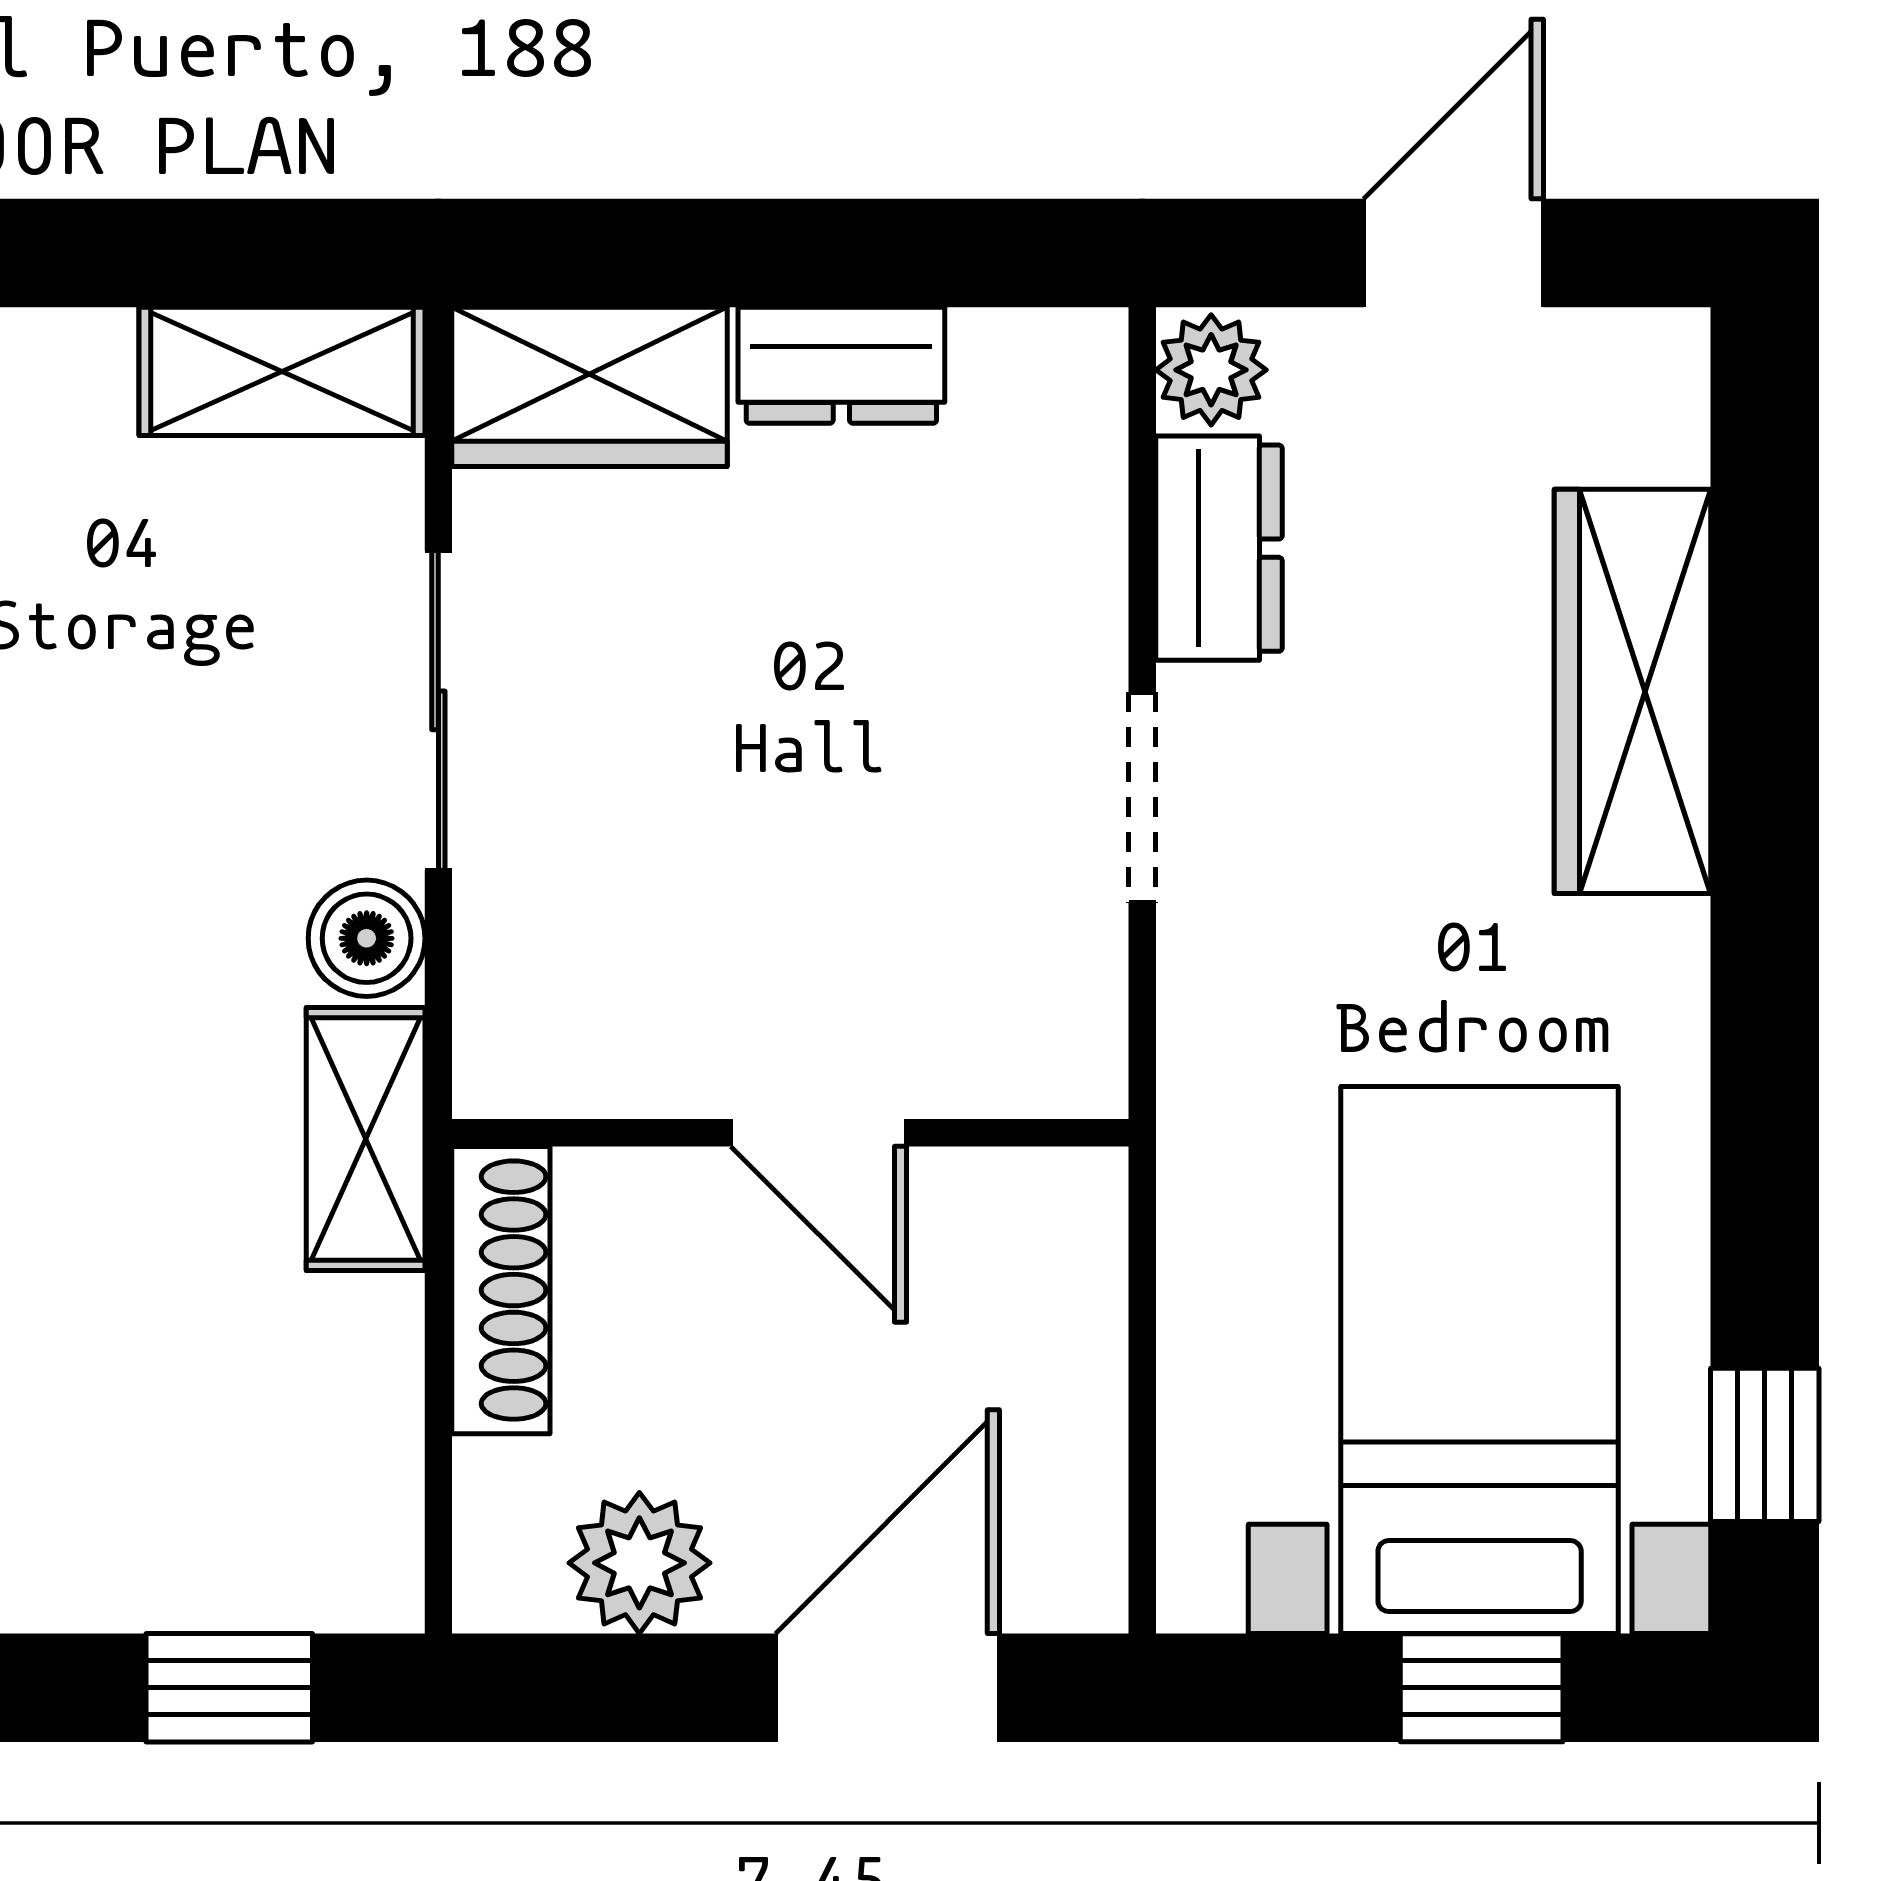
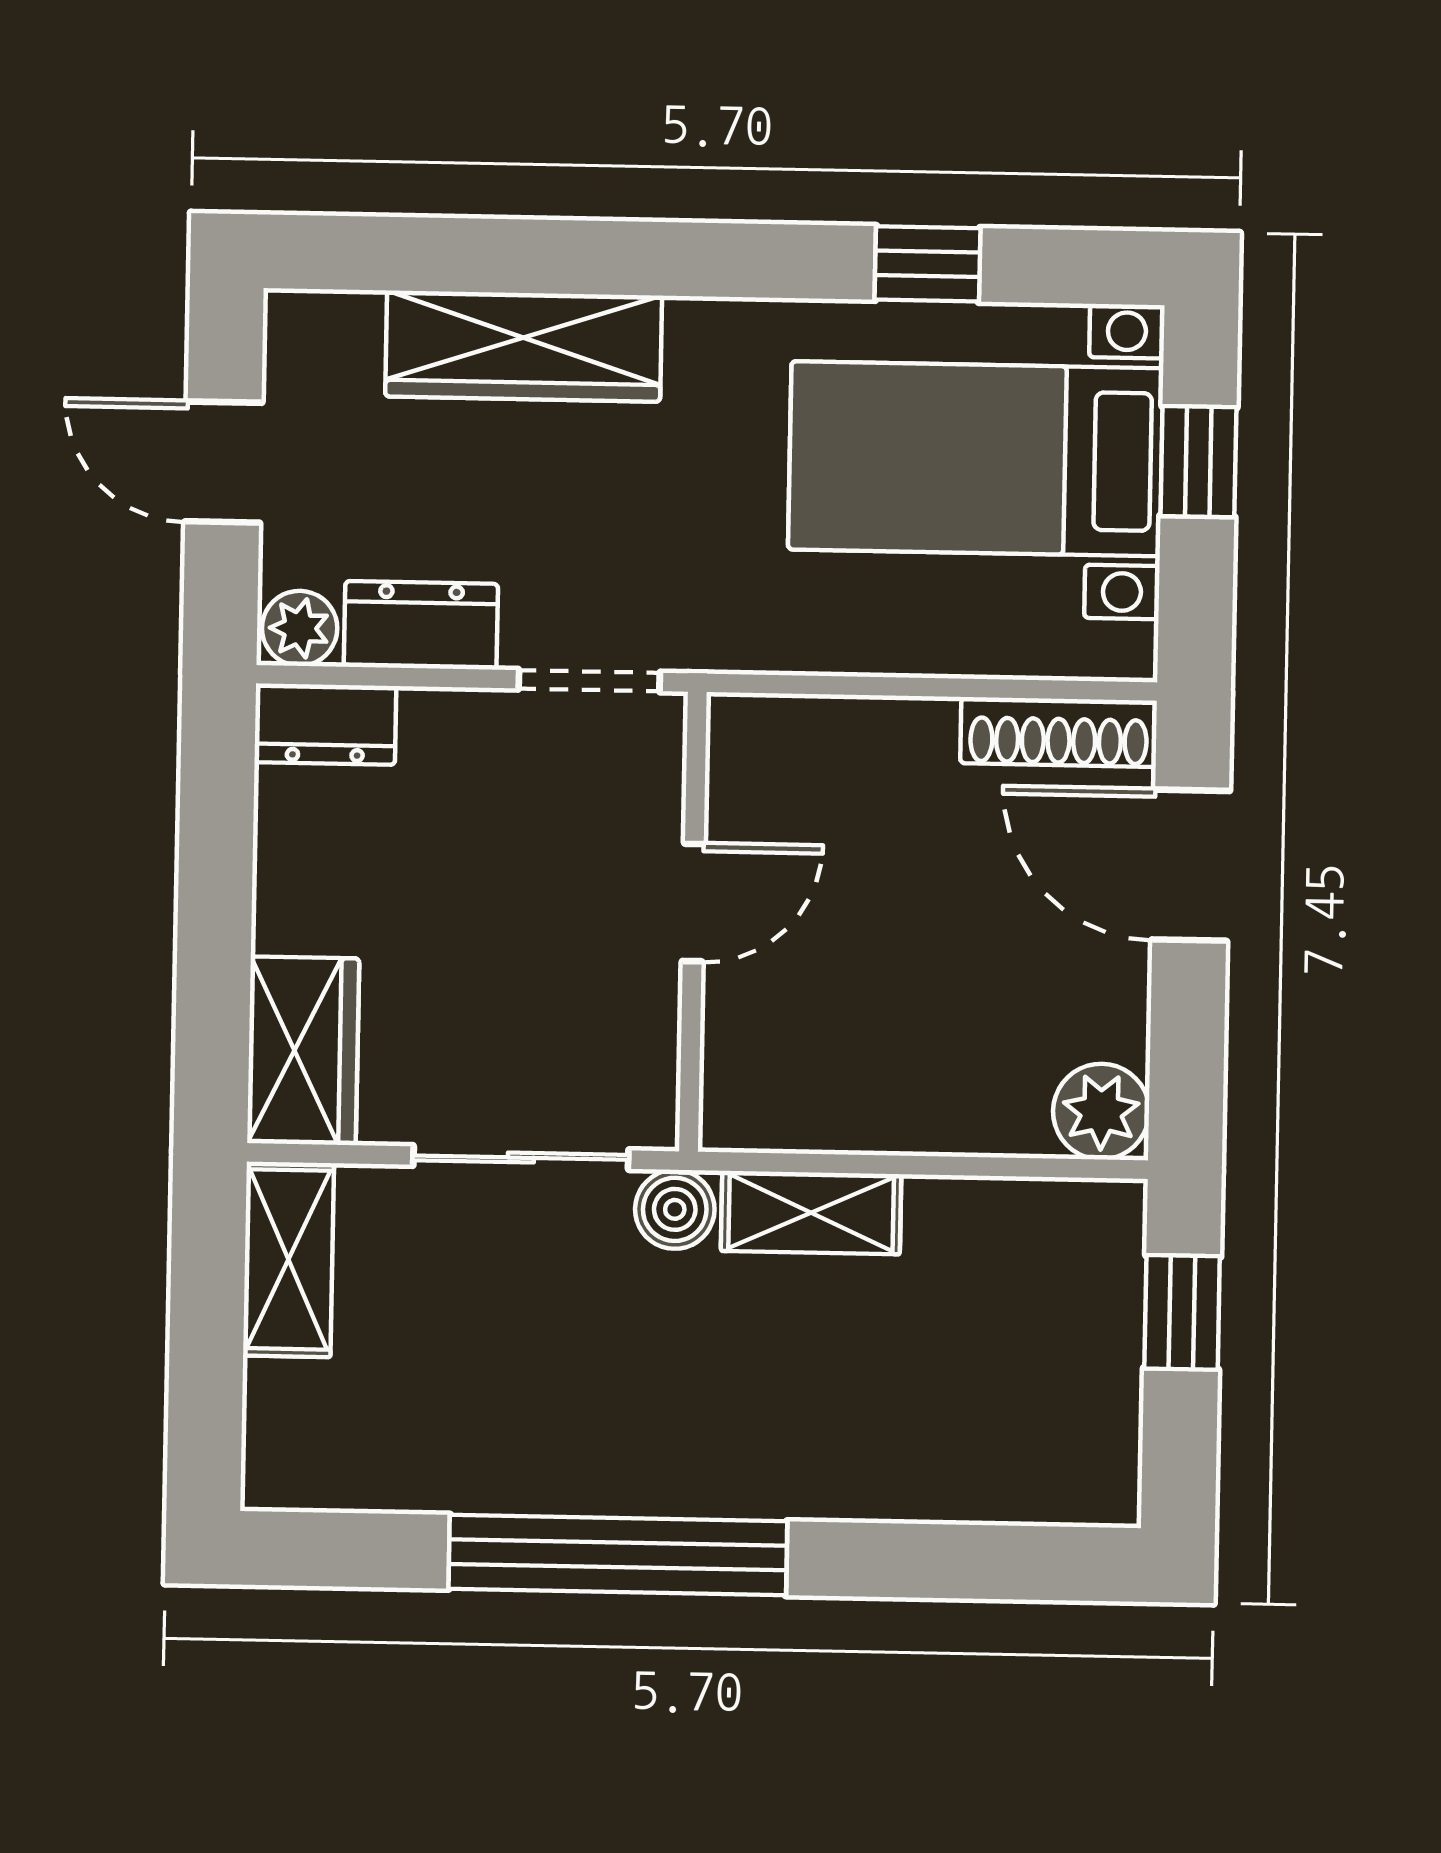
dresser: (841, 365) -> (325, 724), moved, turned 90
wall: (790, 1133) -> (693, 922), moved
door: (819, 1133) -> (693, 903), moved
shoe rack: (501, 1290) -> (1059, 732), moved, turned 180
window: (1765, 1445) -> (927, 264), moved
plant: (639, 1563) -> (1101, 1112), moved

